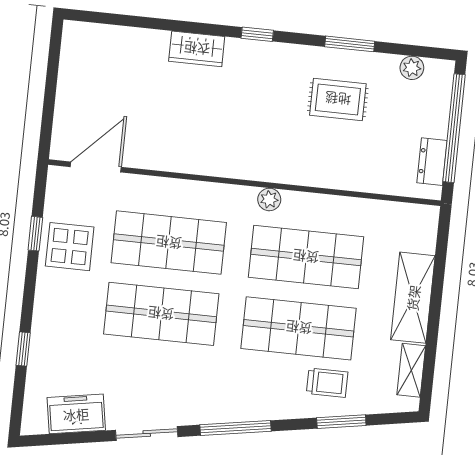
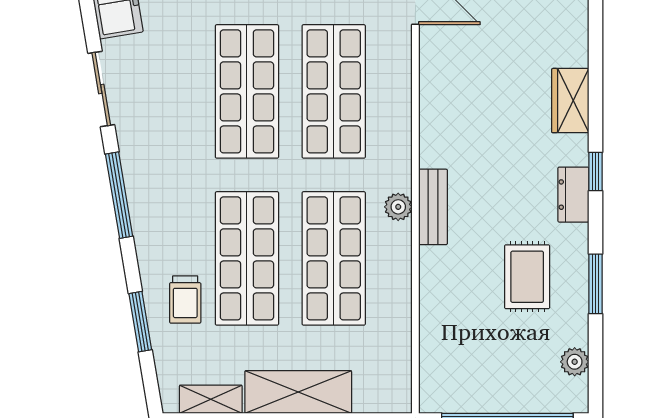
dresser: (432, 162) -> (573, 195), moved, turned -90
bench: (272, 171) -> (433, 207), added

